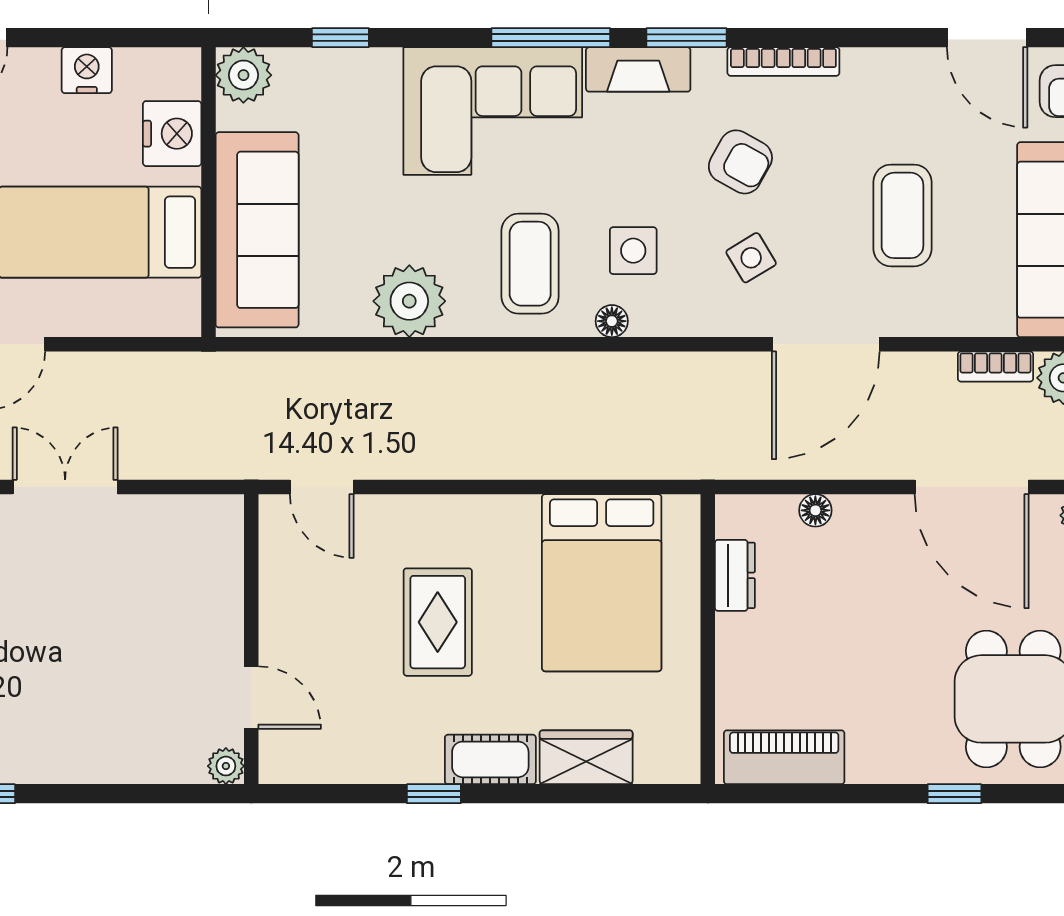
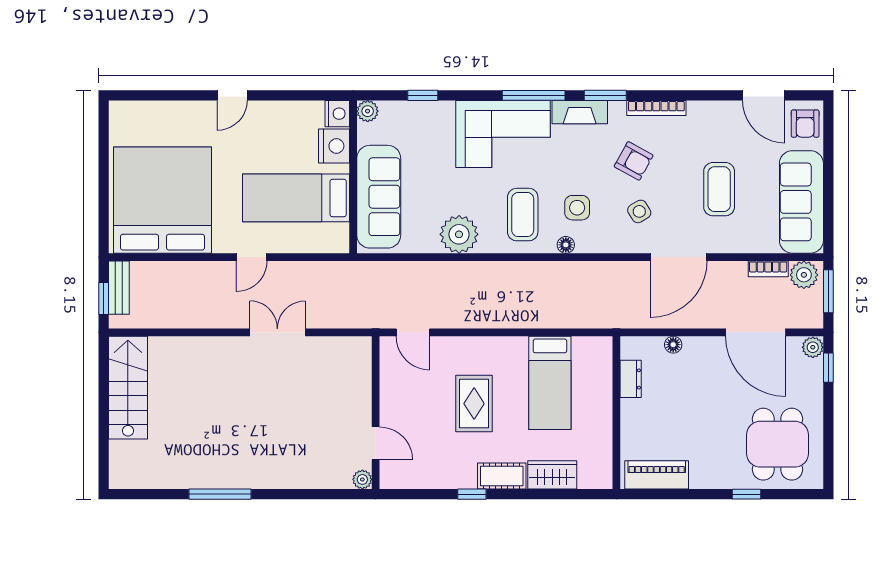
nightstand: (87, 70) -> (337, 114), moved, turned 90
plant: (243, 75) -> (368, 111), width x0.73, depth x0.73
bed: (602, 583) -> (550, 383), width x0.67

